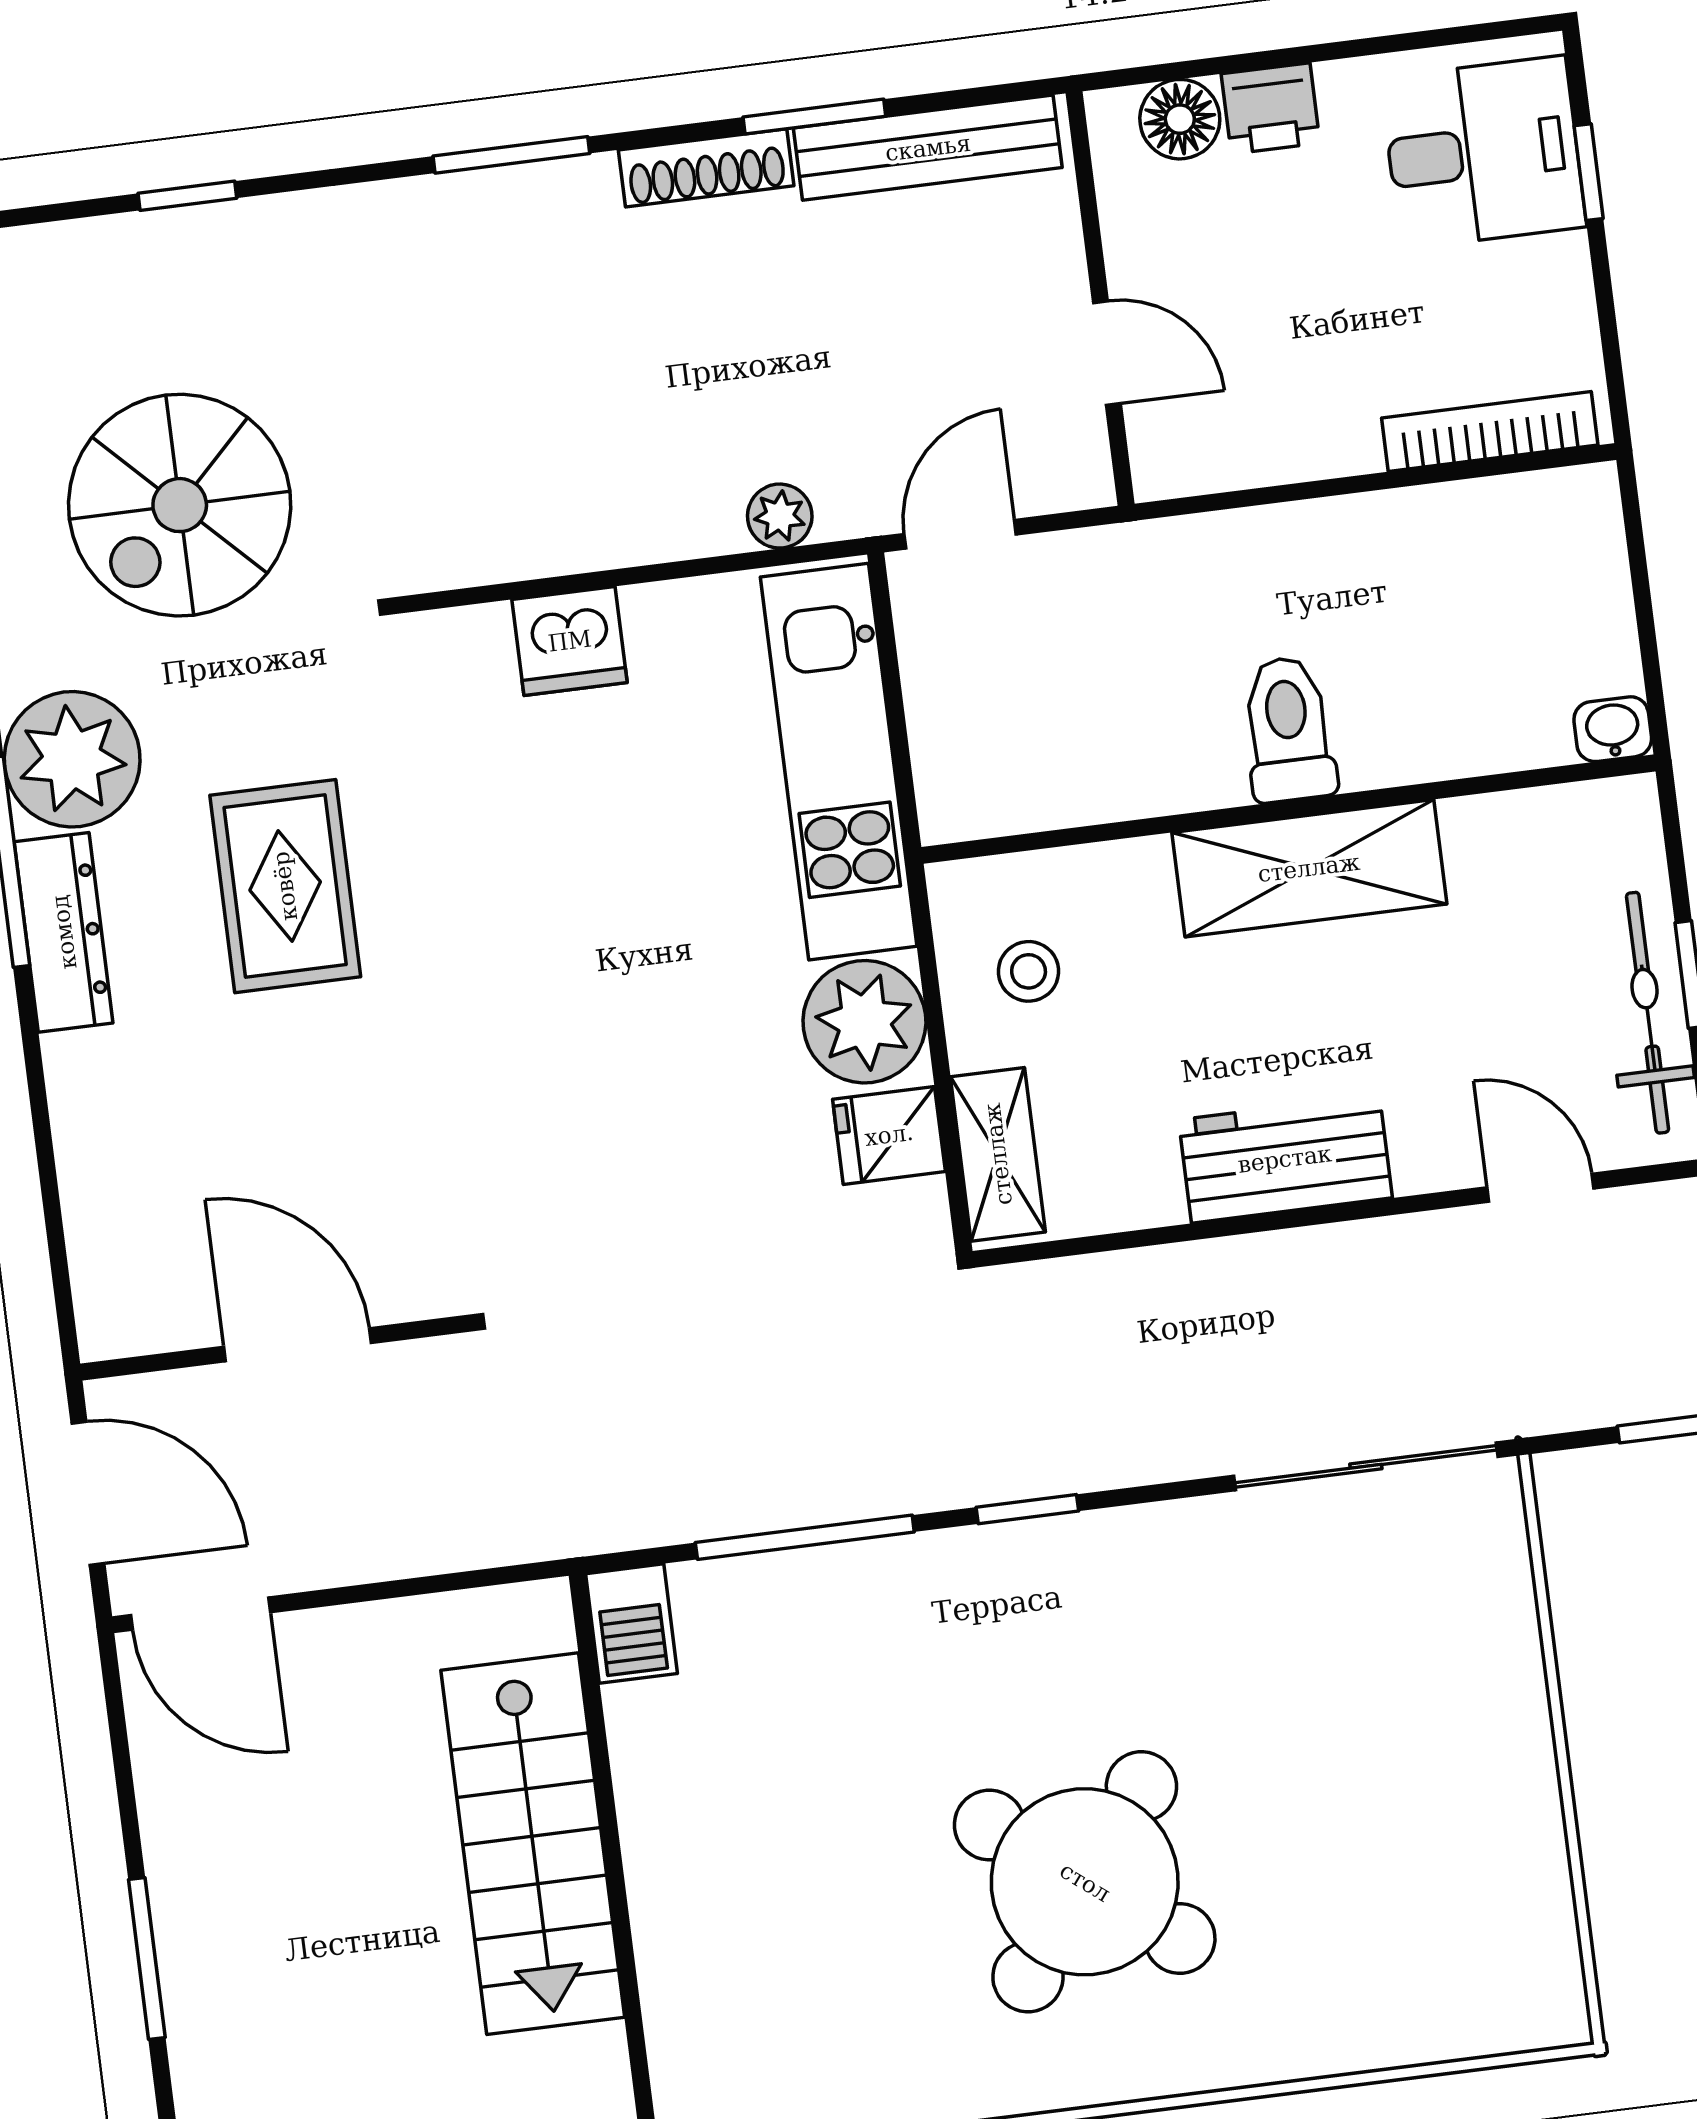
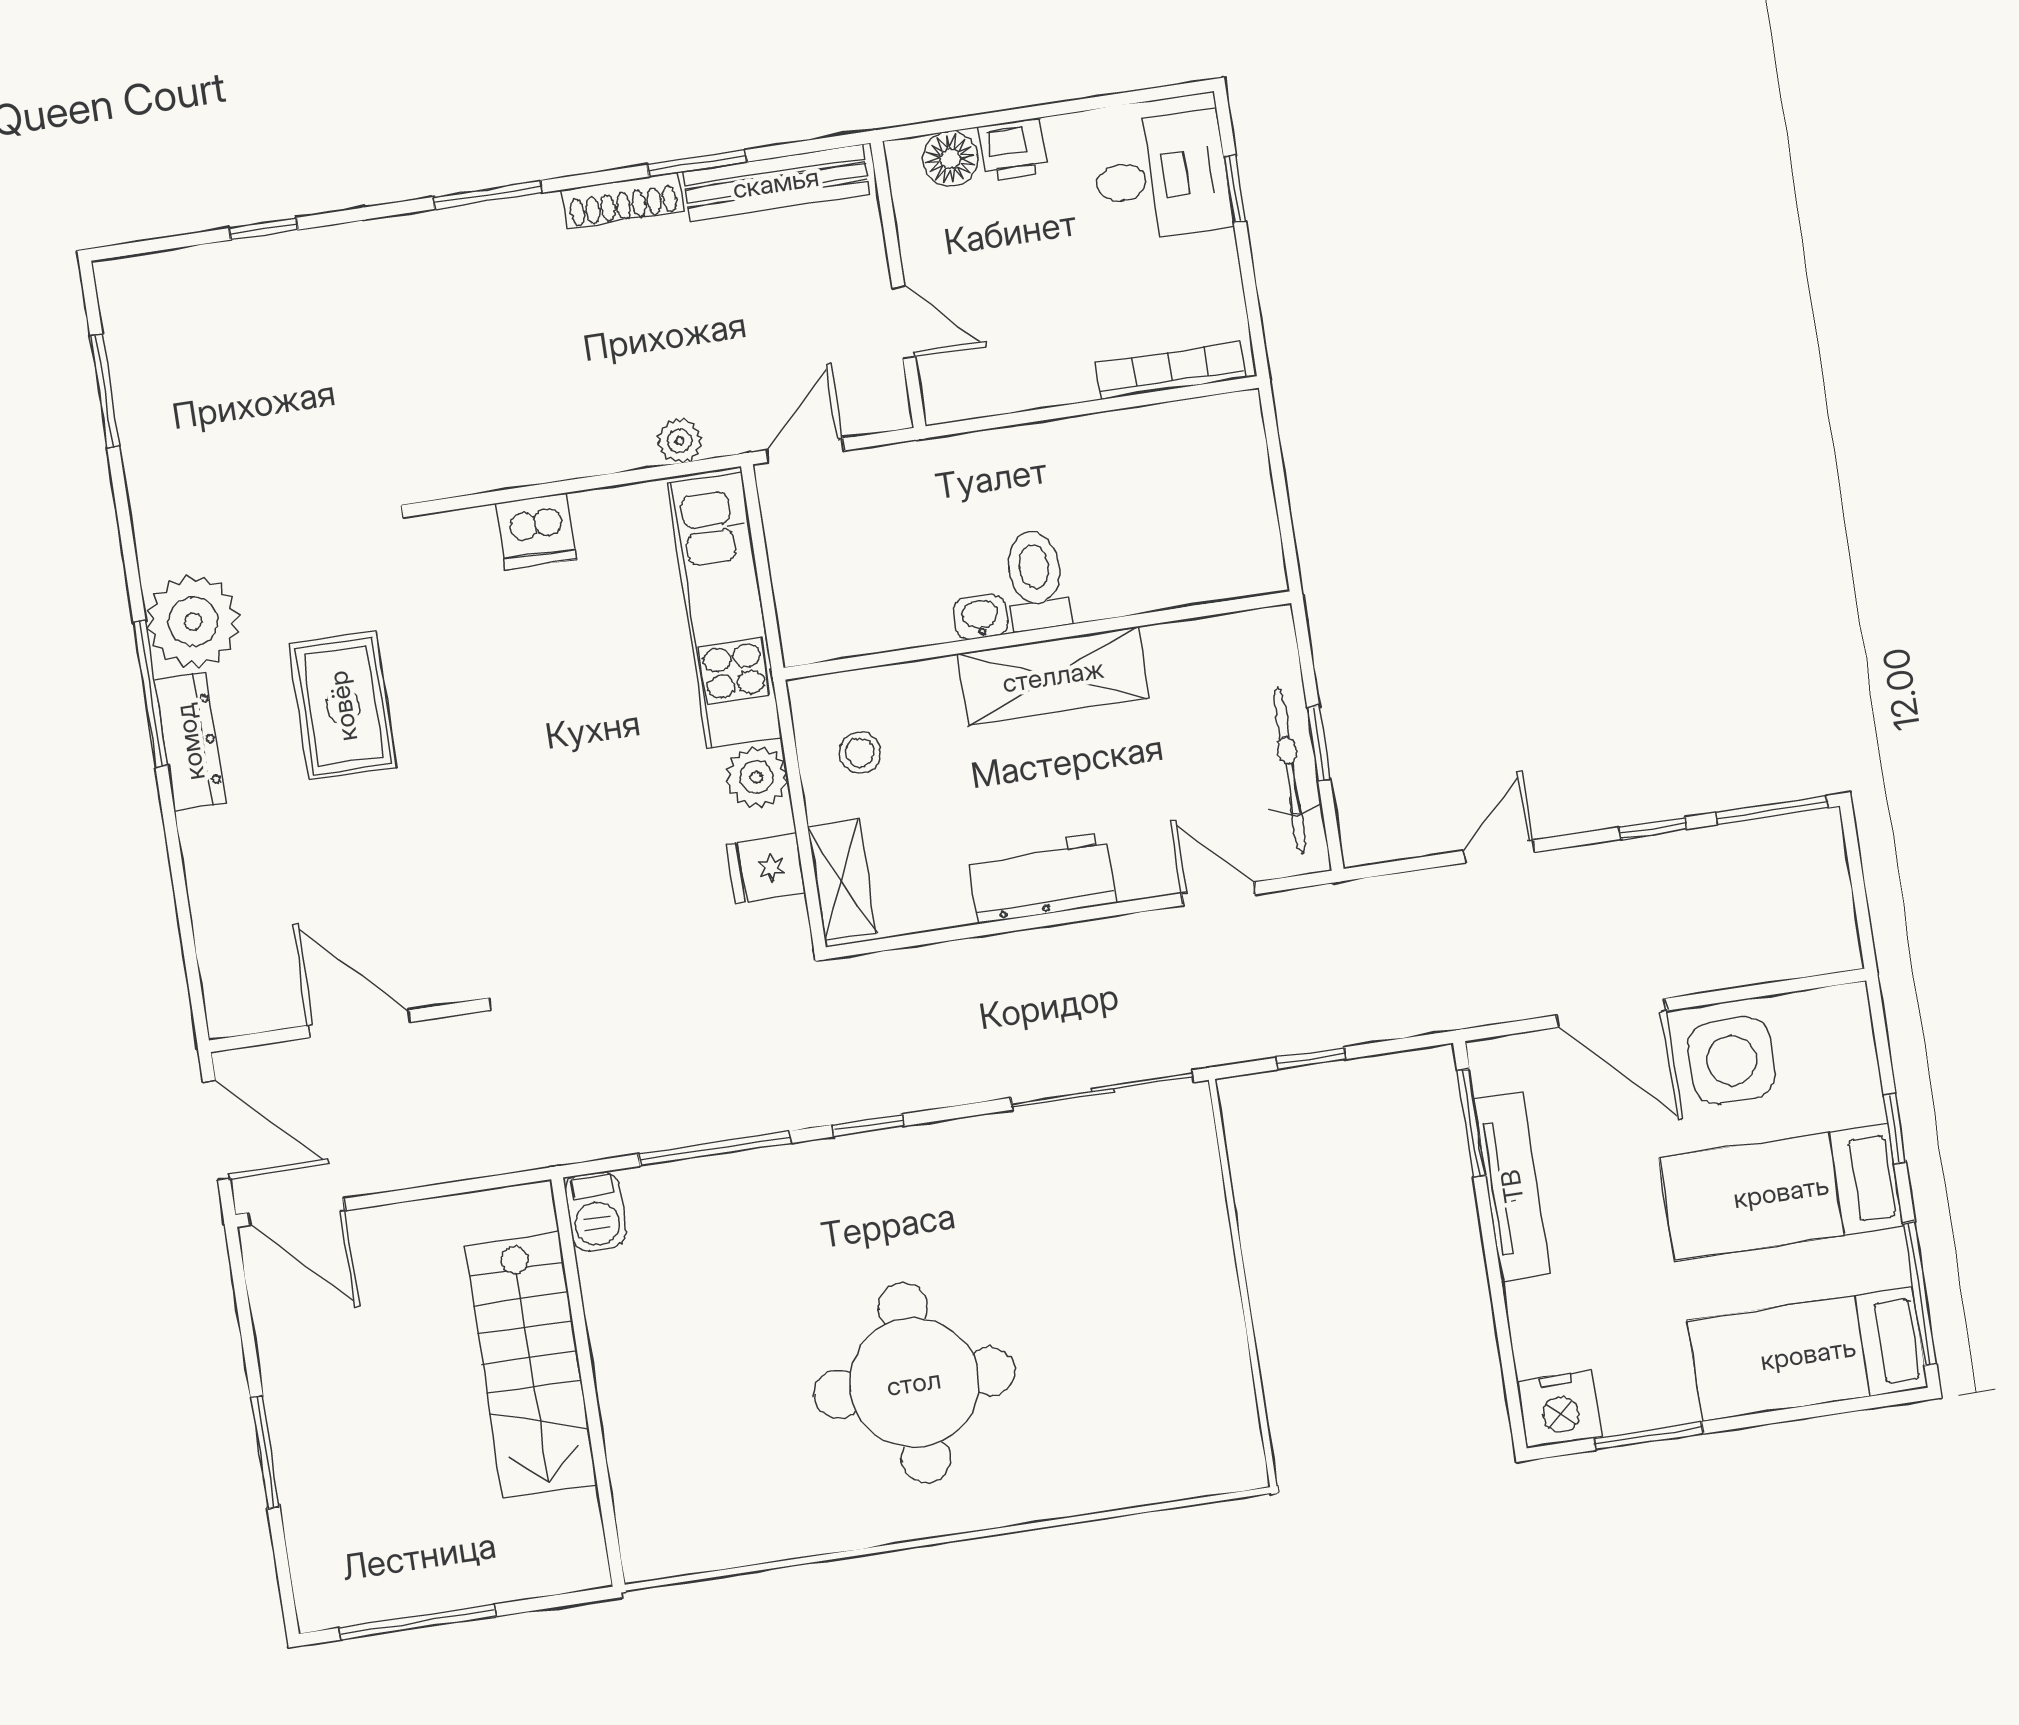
spiral stairs: (180, 505) -> (263, 443), removed
washbasin: (1613, 729) -> (980, 617), moved
plant: (864, 1022) -> (757, 777), width x0.73, depth x0.73
round table: (1085, 1882) -> (914, 1383), turned -38

